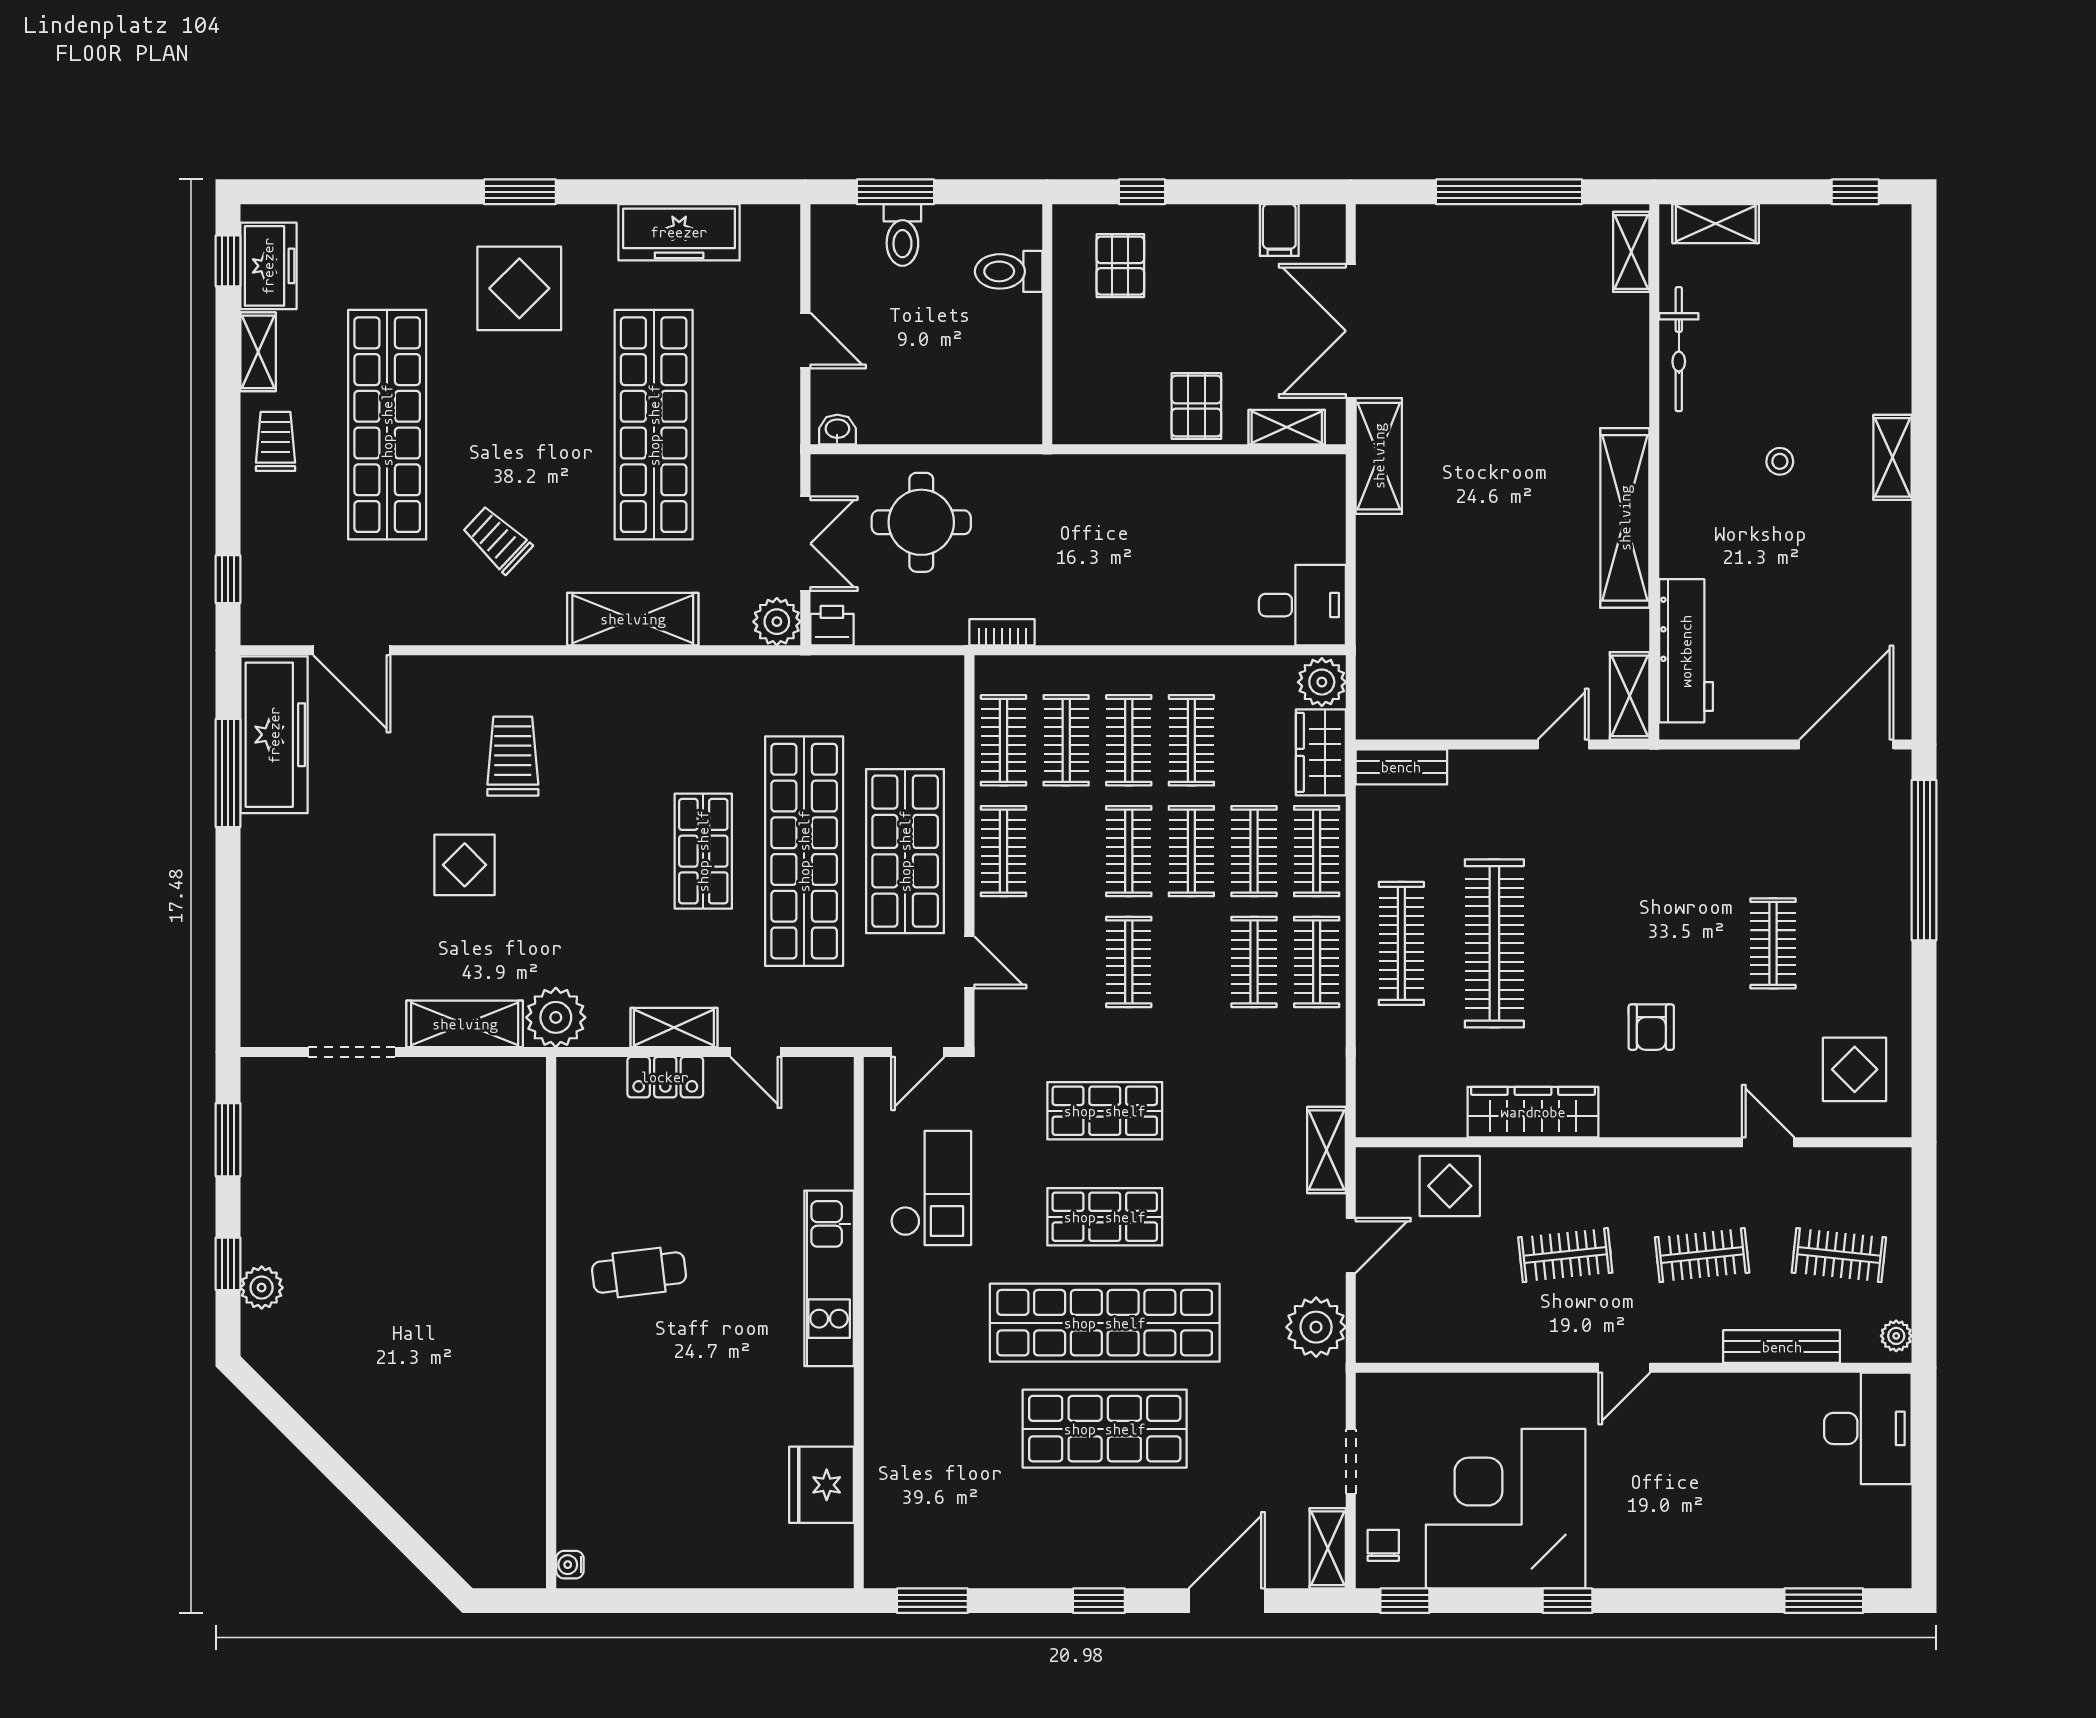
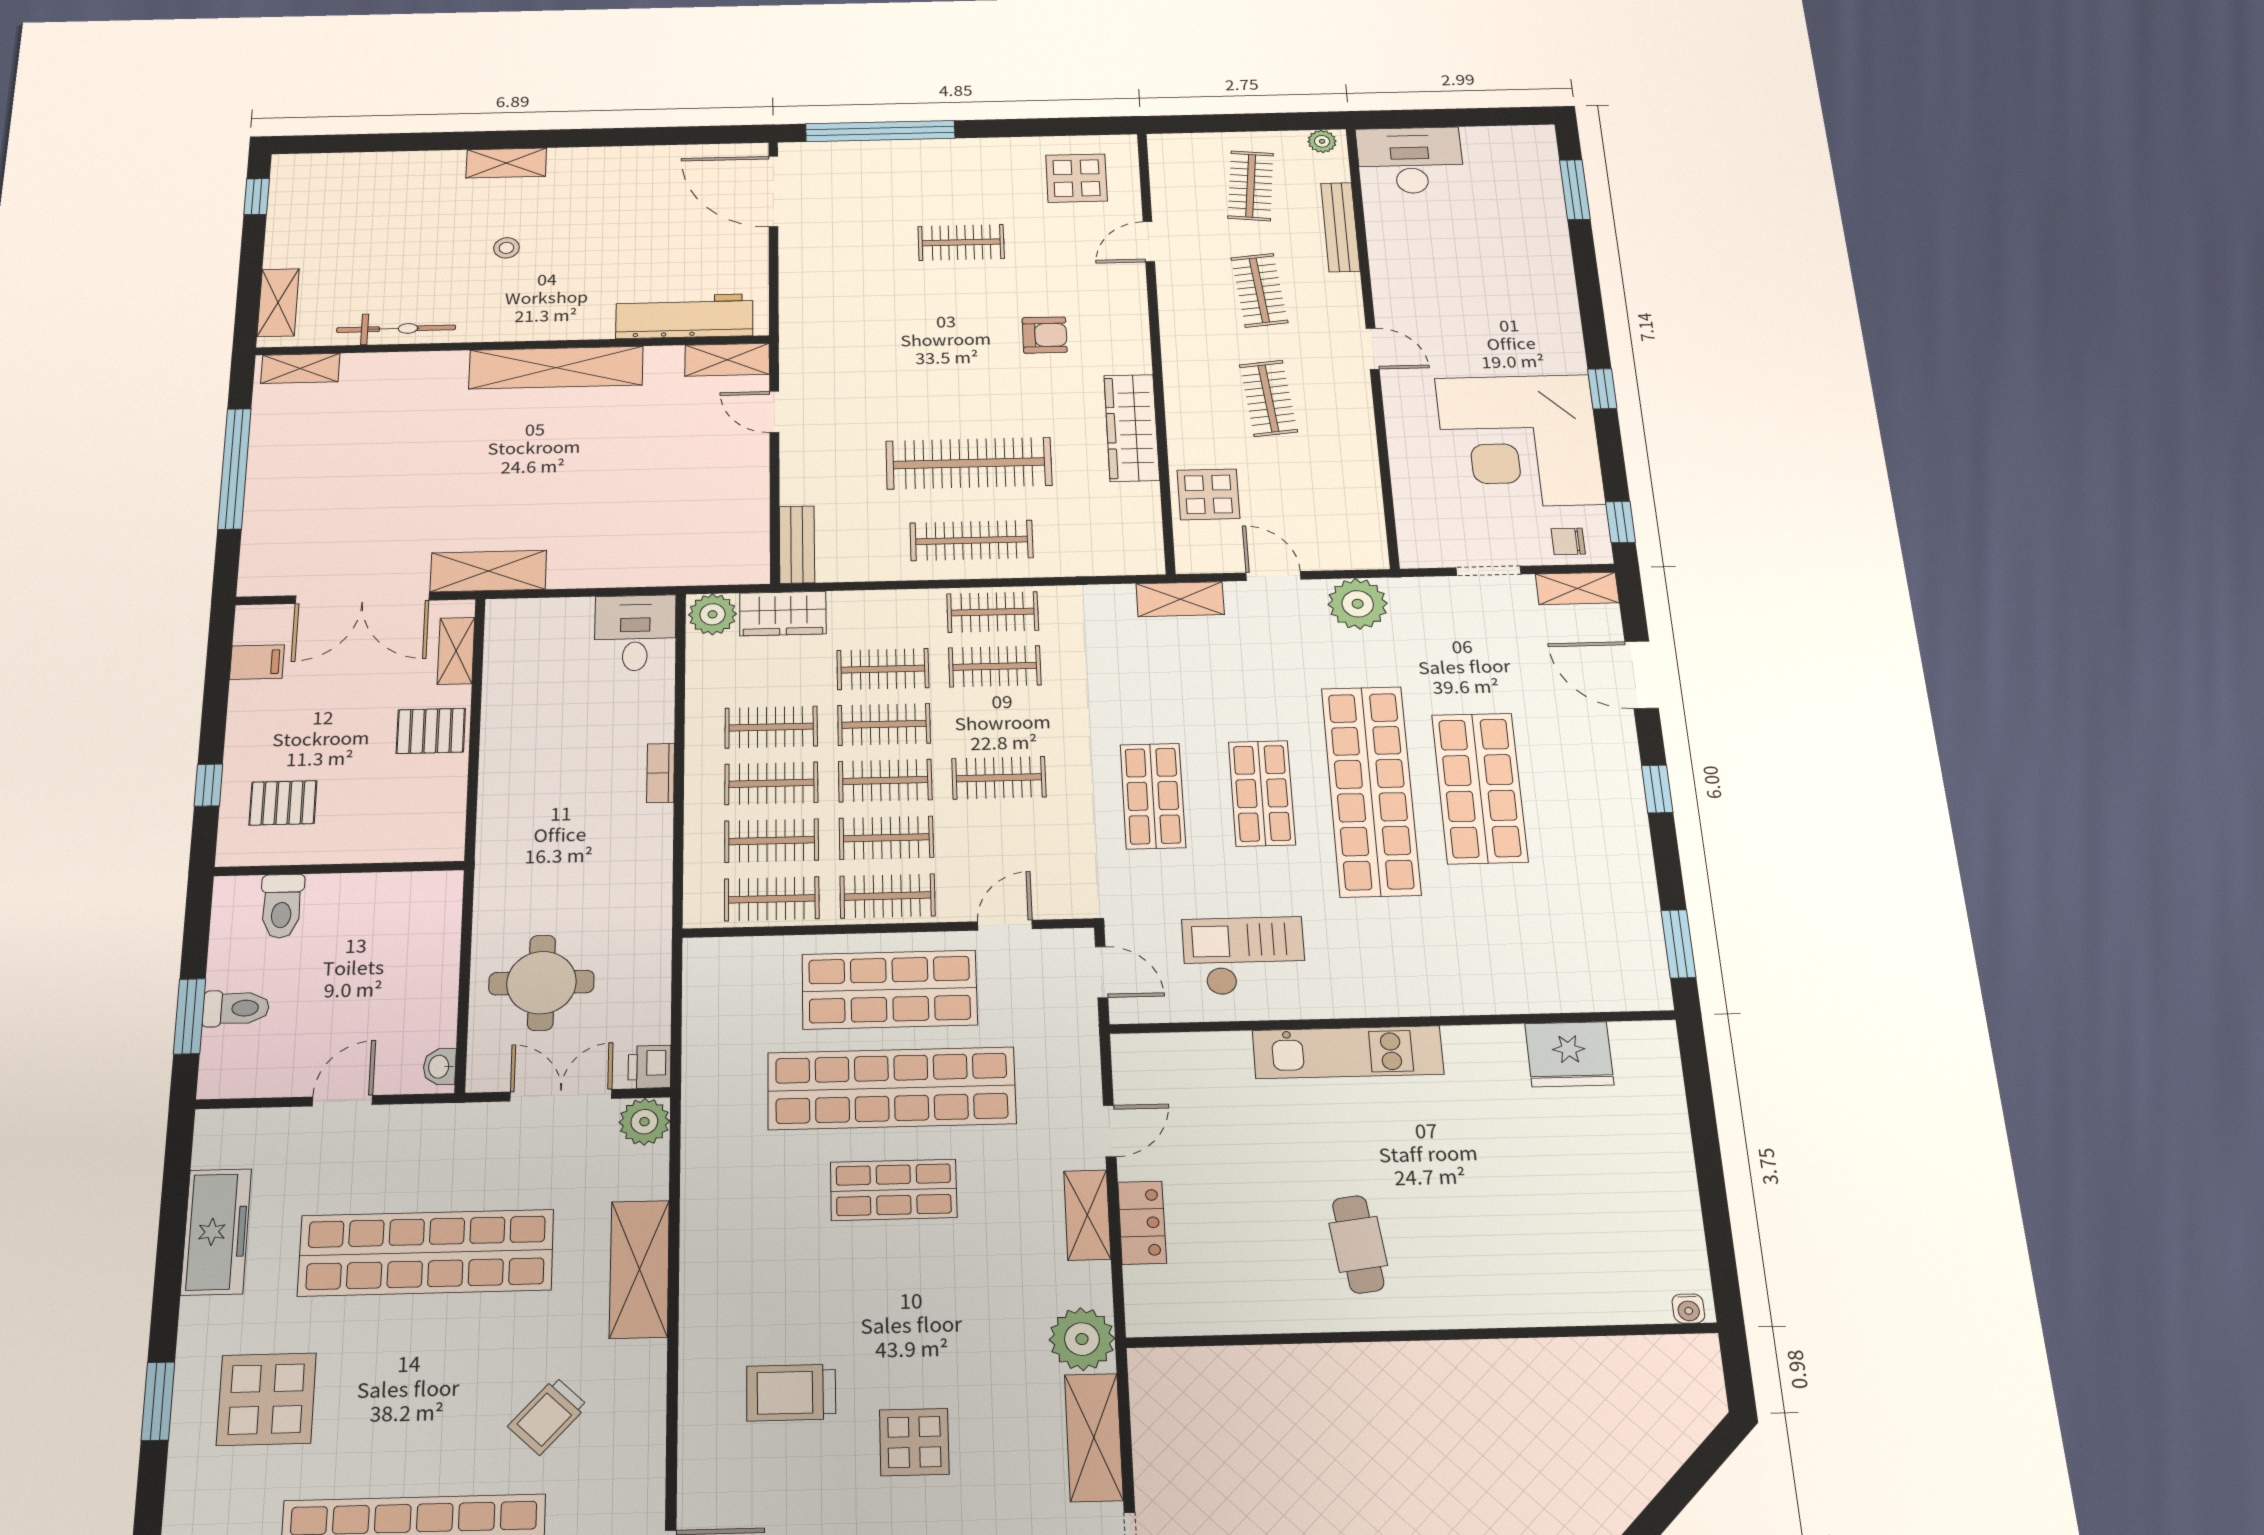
bookcase: (1002, 632) -> (661, 773), moved
clothes rail: (1317, 851) -> (886, 838), moved

